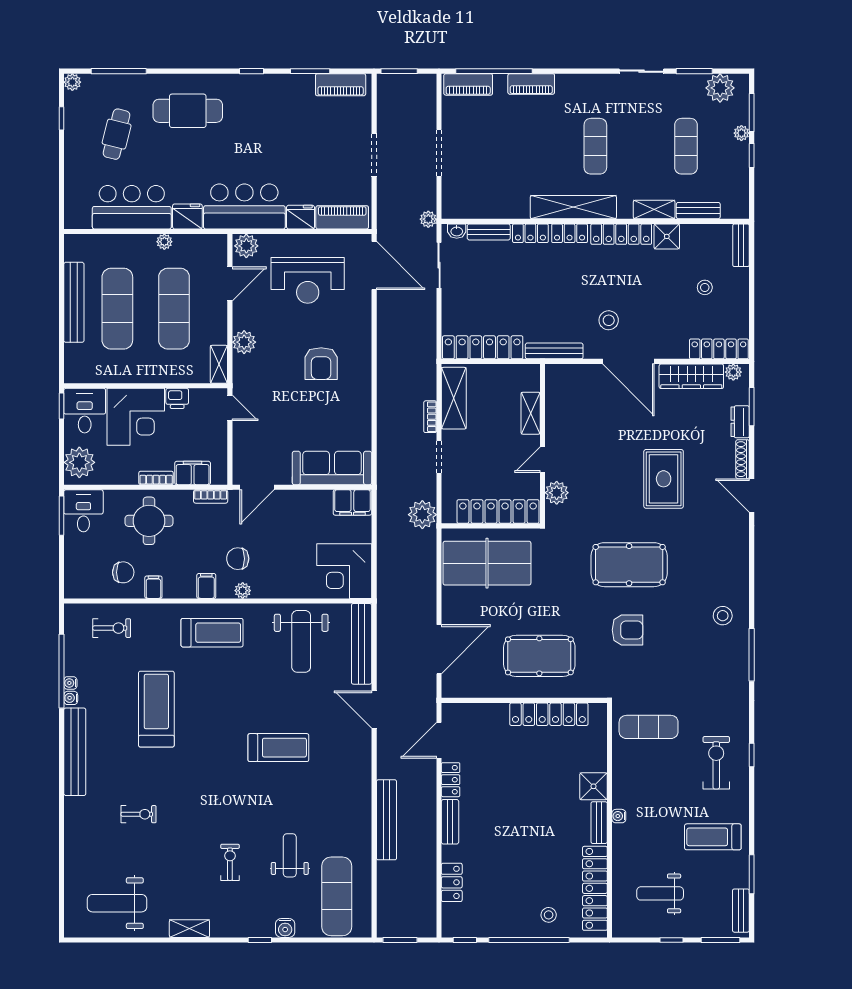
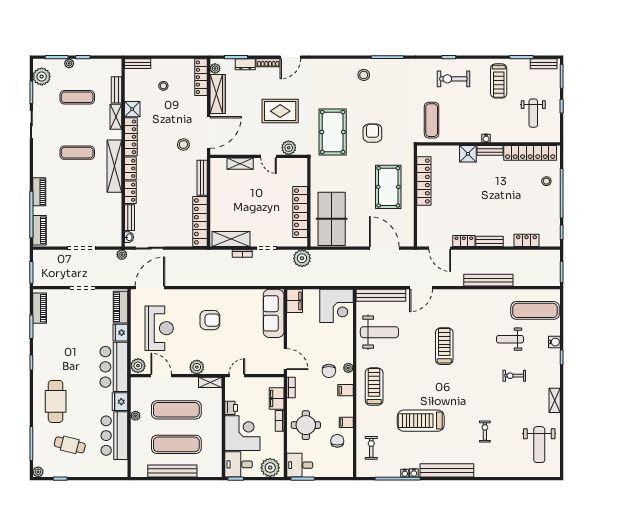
shelving: (531, 413) -> (240, 164), moved
wall: (543, 444) -> (259, 156), moved
door: (543, 460) -> (269, 156), moved
plant: (557, 493) -> (289, 148), moved

